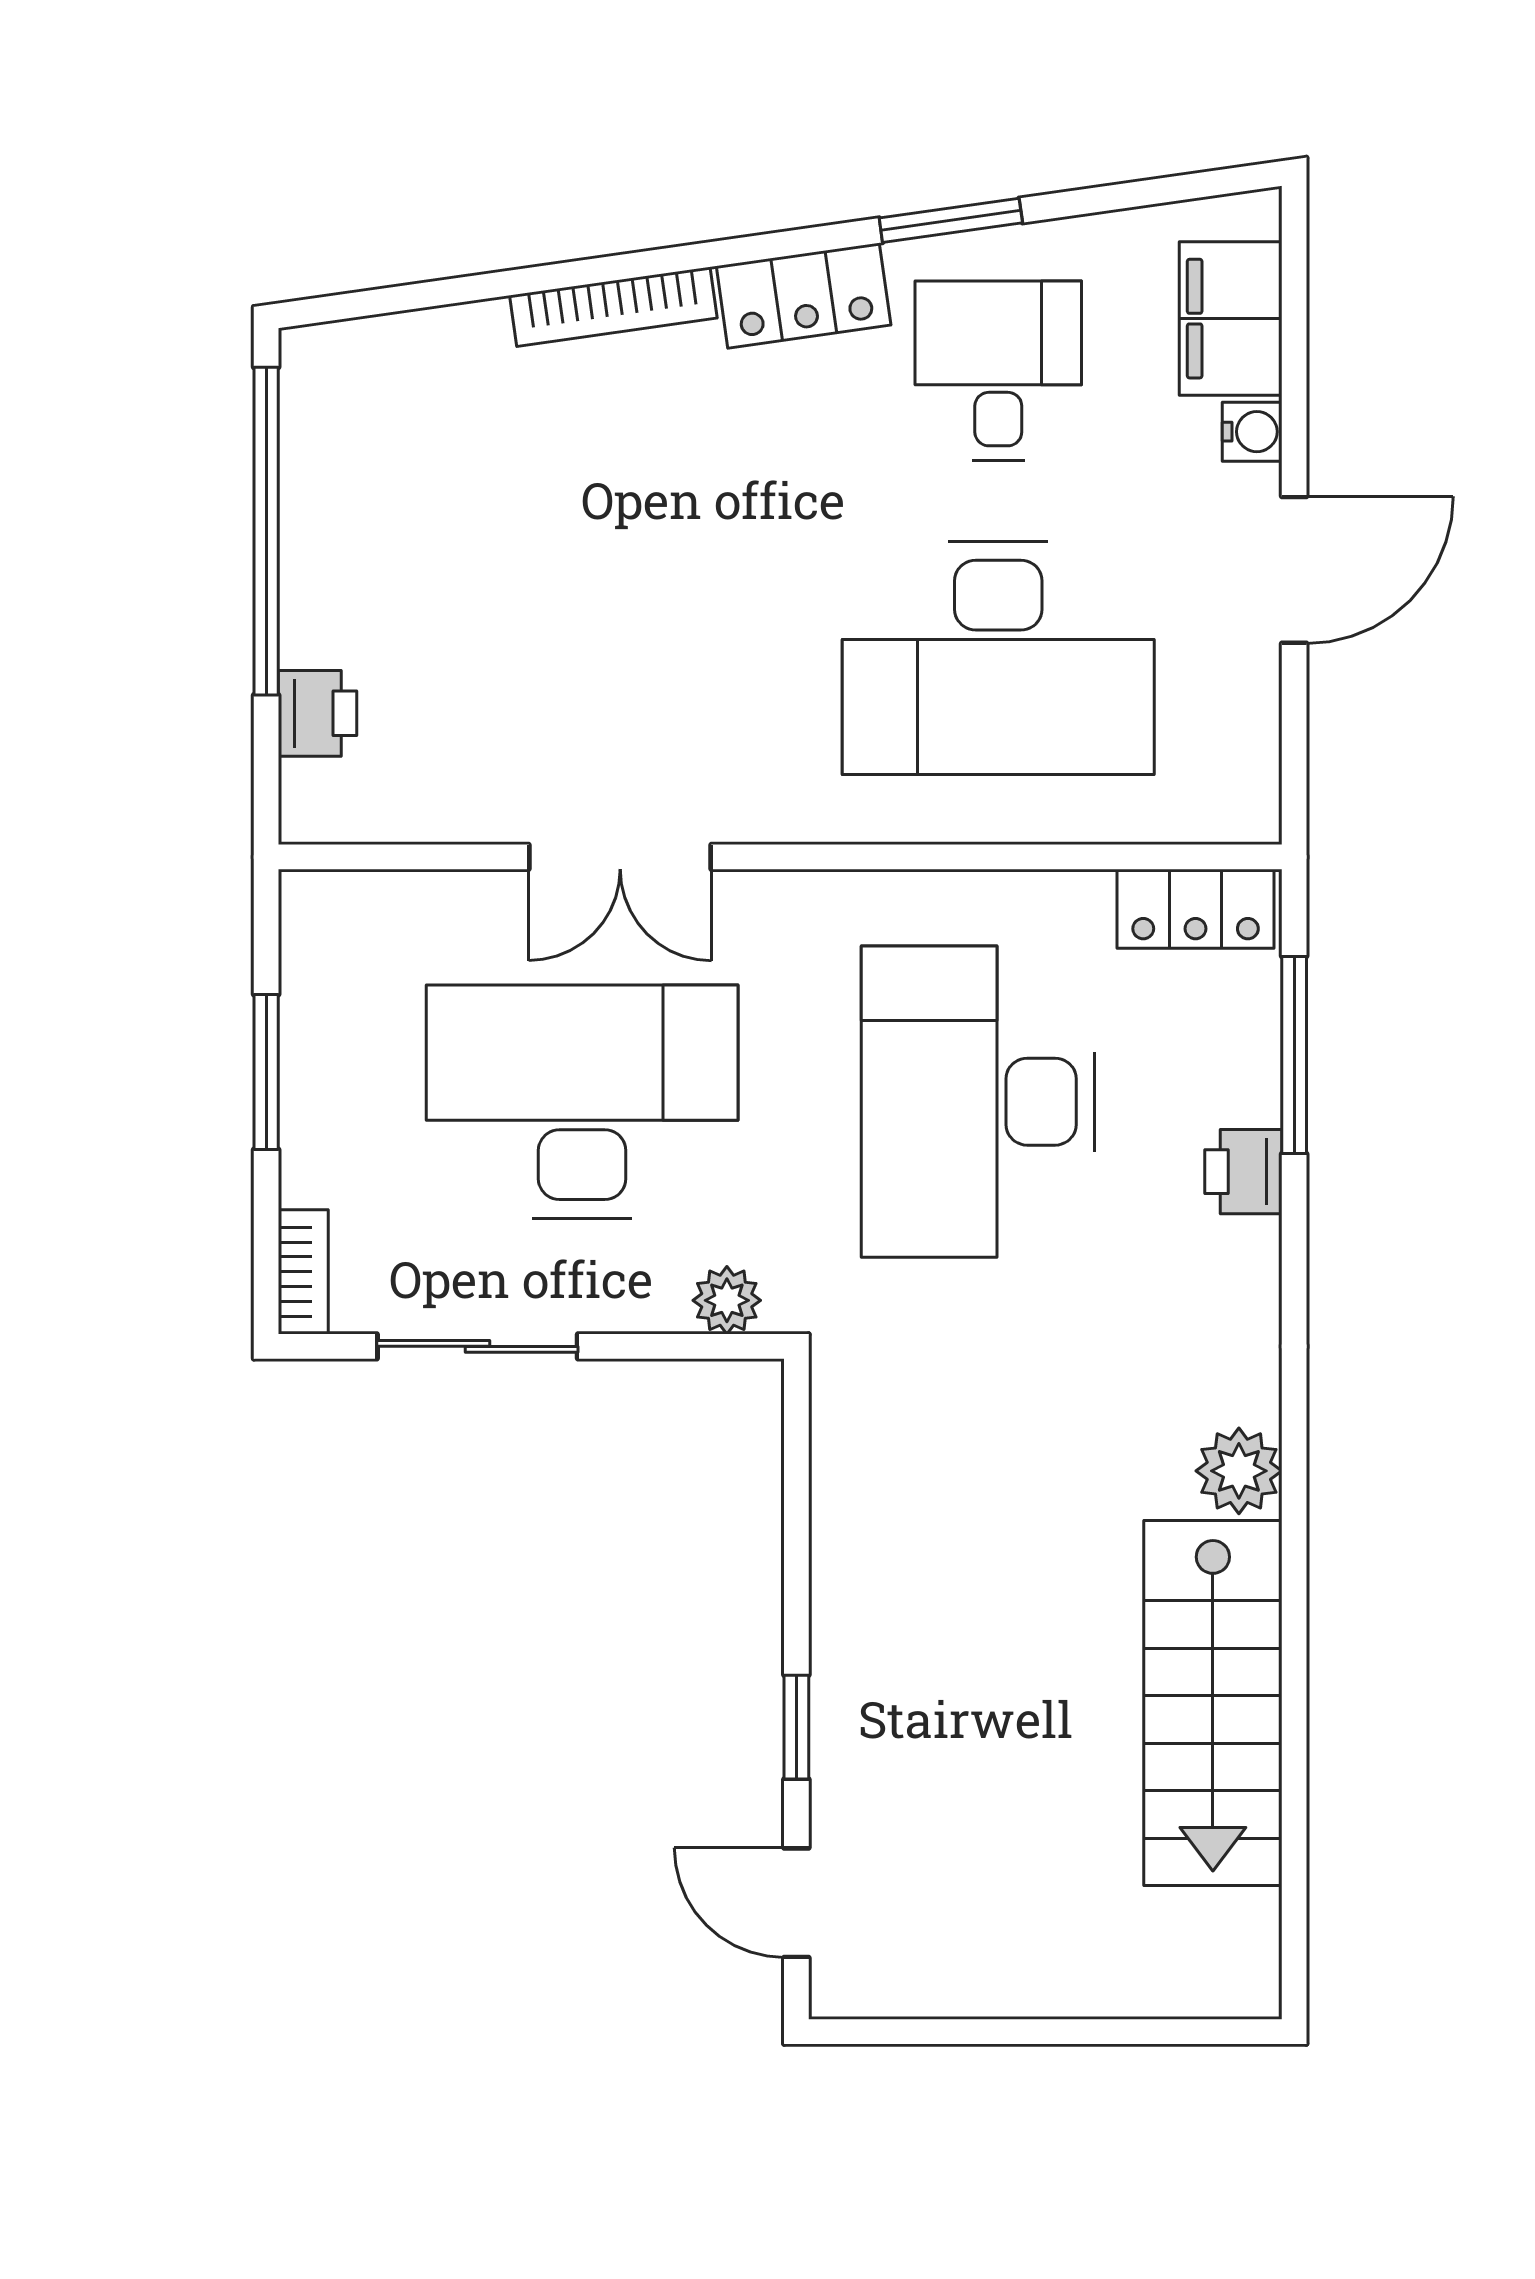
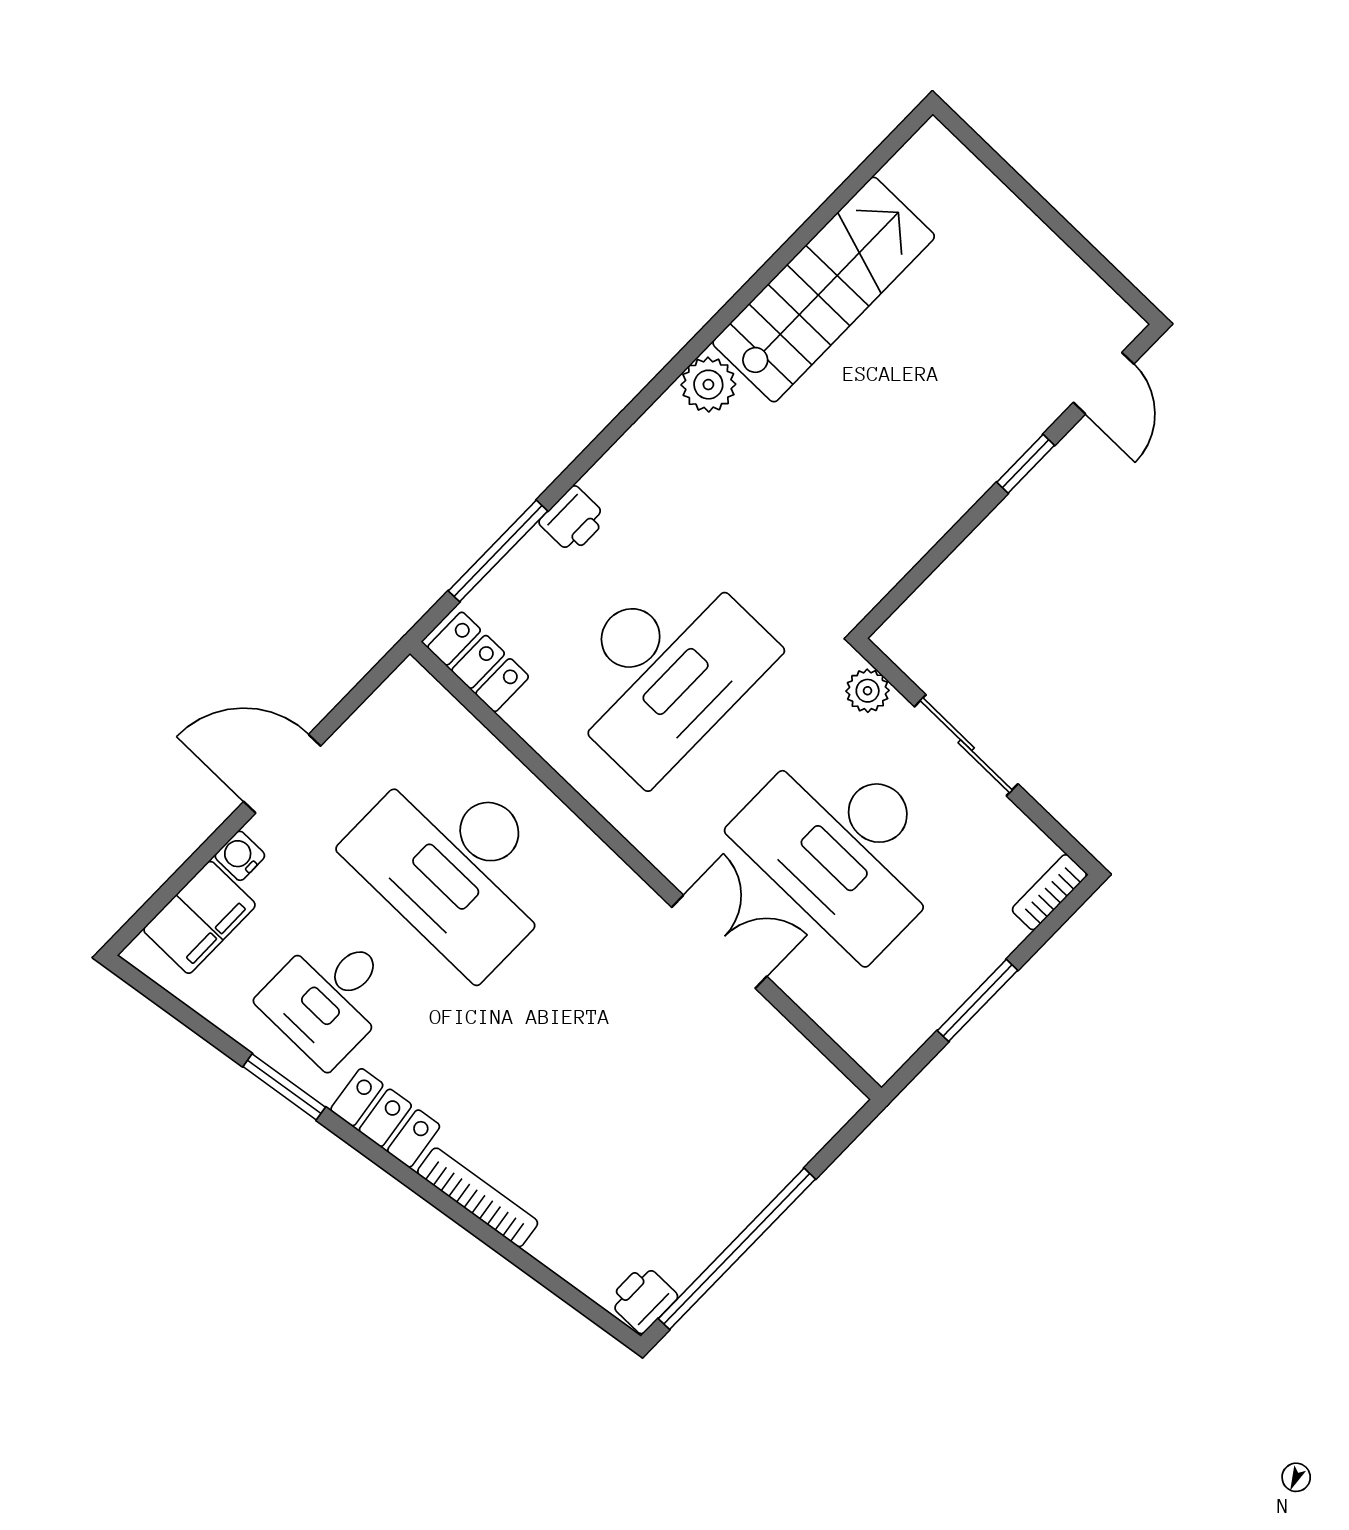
desk: (998, 658) -> (457, 865), turned 180
printer: (318, 713) -> (643, 1299), moved
sliding door: (477, 1346) -> (966, 745), moved

